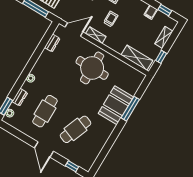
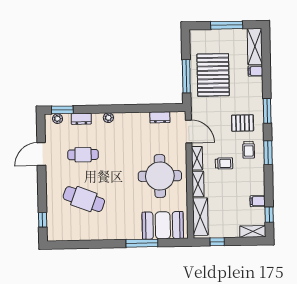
shelving: (164, 37) -> (253, 231), moved
shelving: (114, 45) -> (198, 184), added
booth: (116, 105) -> (163, 225), moved
cafe table: (45, 111) -> (83, 155), width x0.73, depth x0.74
door: (44, 149) -> (41, 154), moved

